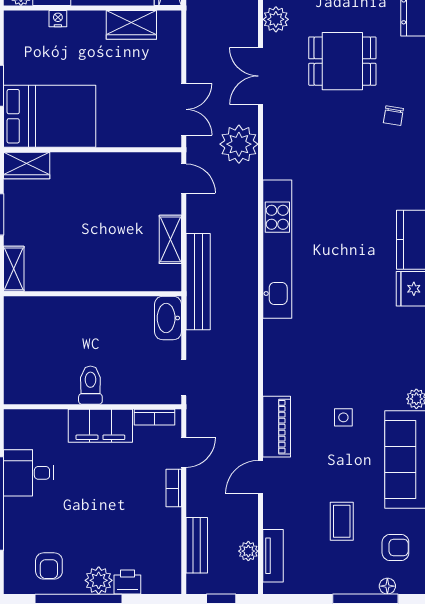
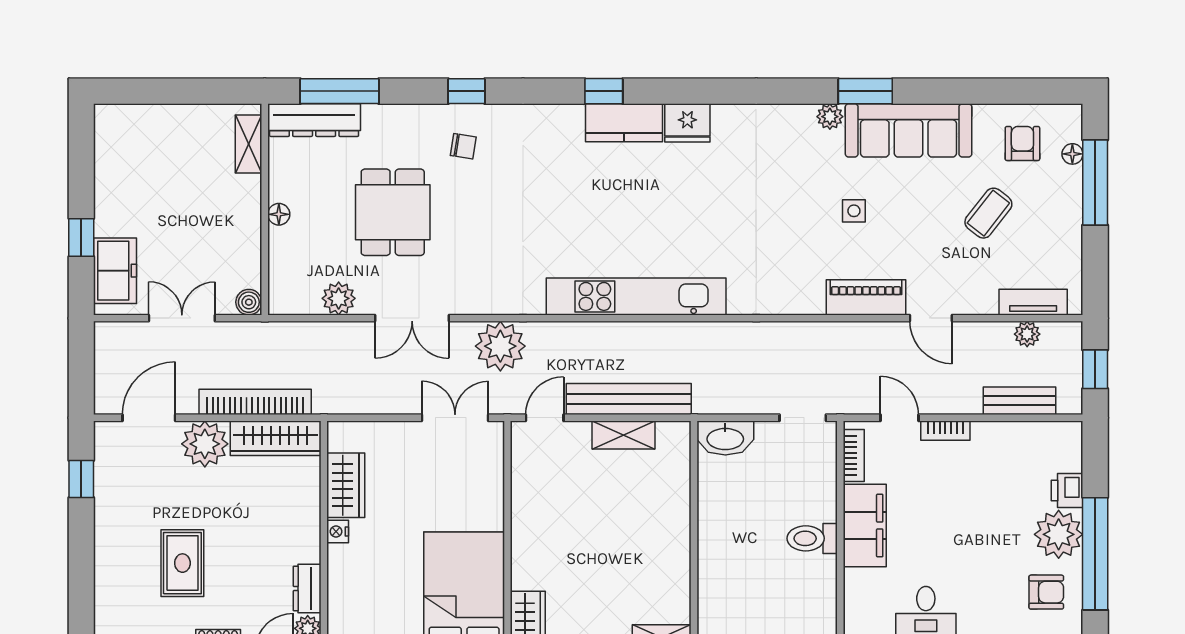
nightstand: (58, 19) -> (338, 532), moved
bench: (198, 282) -> (629, 399), moved
coffee table: (342, 521) -> (988, 213), turned -52
plant: (99, 580) -> (1059, 534), width x1.36, depth x1.36

